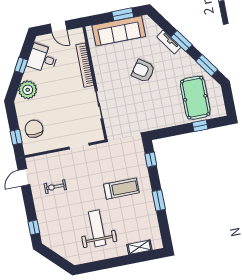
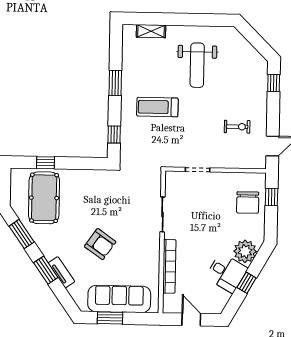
desk: (42, 58) -> (227, 273), moved

